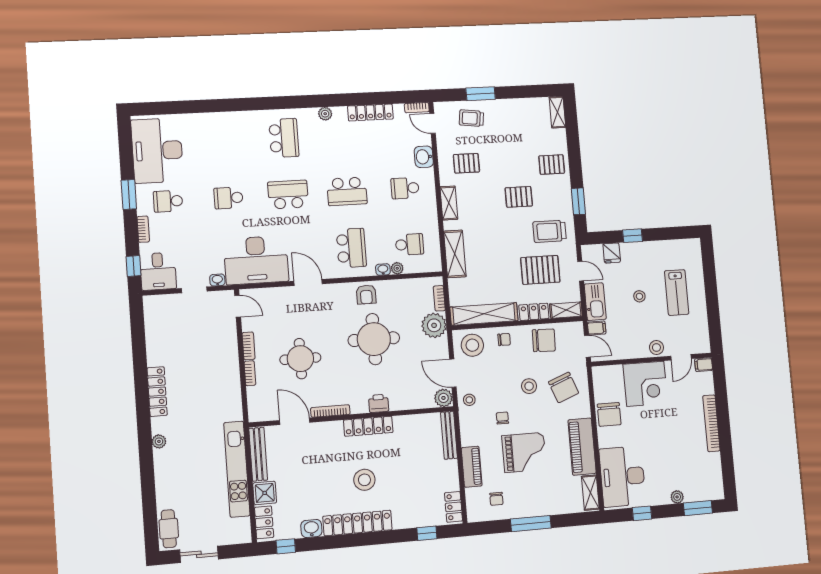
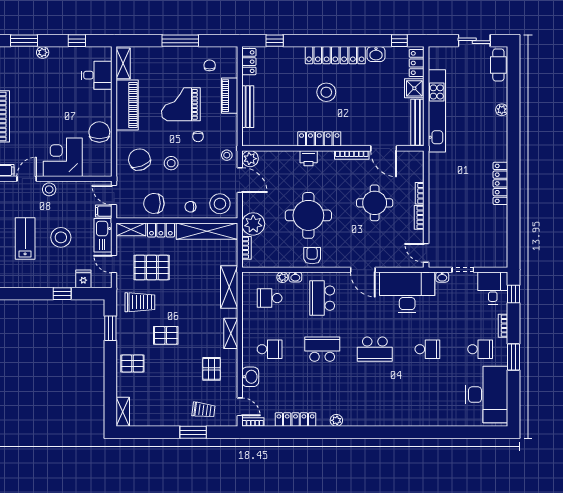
school desk: (284, 138) -> (375, 400), removed
pallet: (466, 163) -> (212, 369), turned 90
stool: (639, 296) -> (61, 237), width x1.89, depth x1.89
bench: (449, 435) -> (248, 107), moved
plant: (159, 441) -> (502, 110), moved
desk: (622, 477) -> (97, 75), width x0.53, depth x0.77

